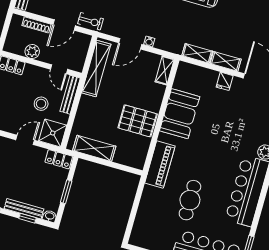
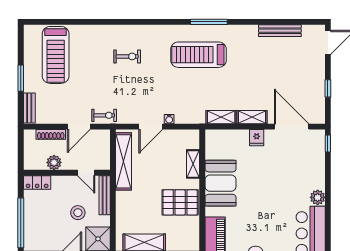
shelving: (165, 70) -> (193, 164), moved

